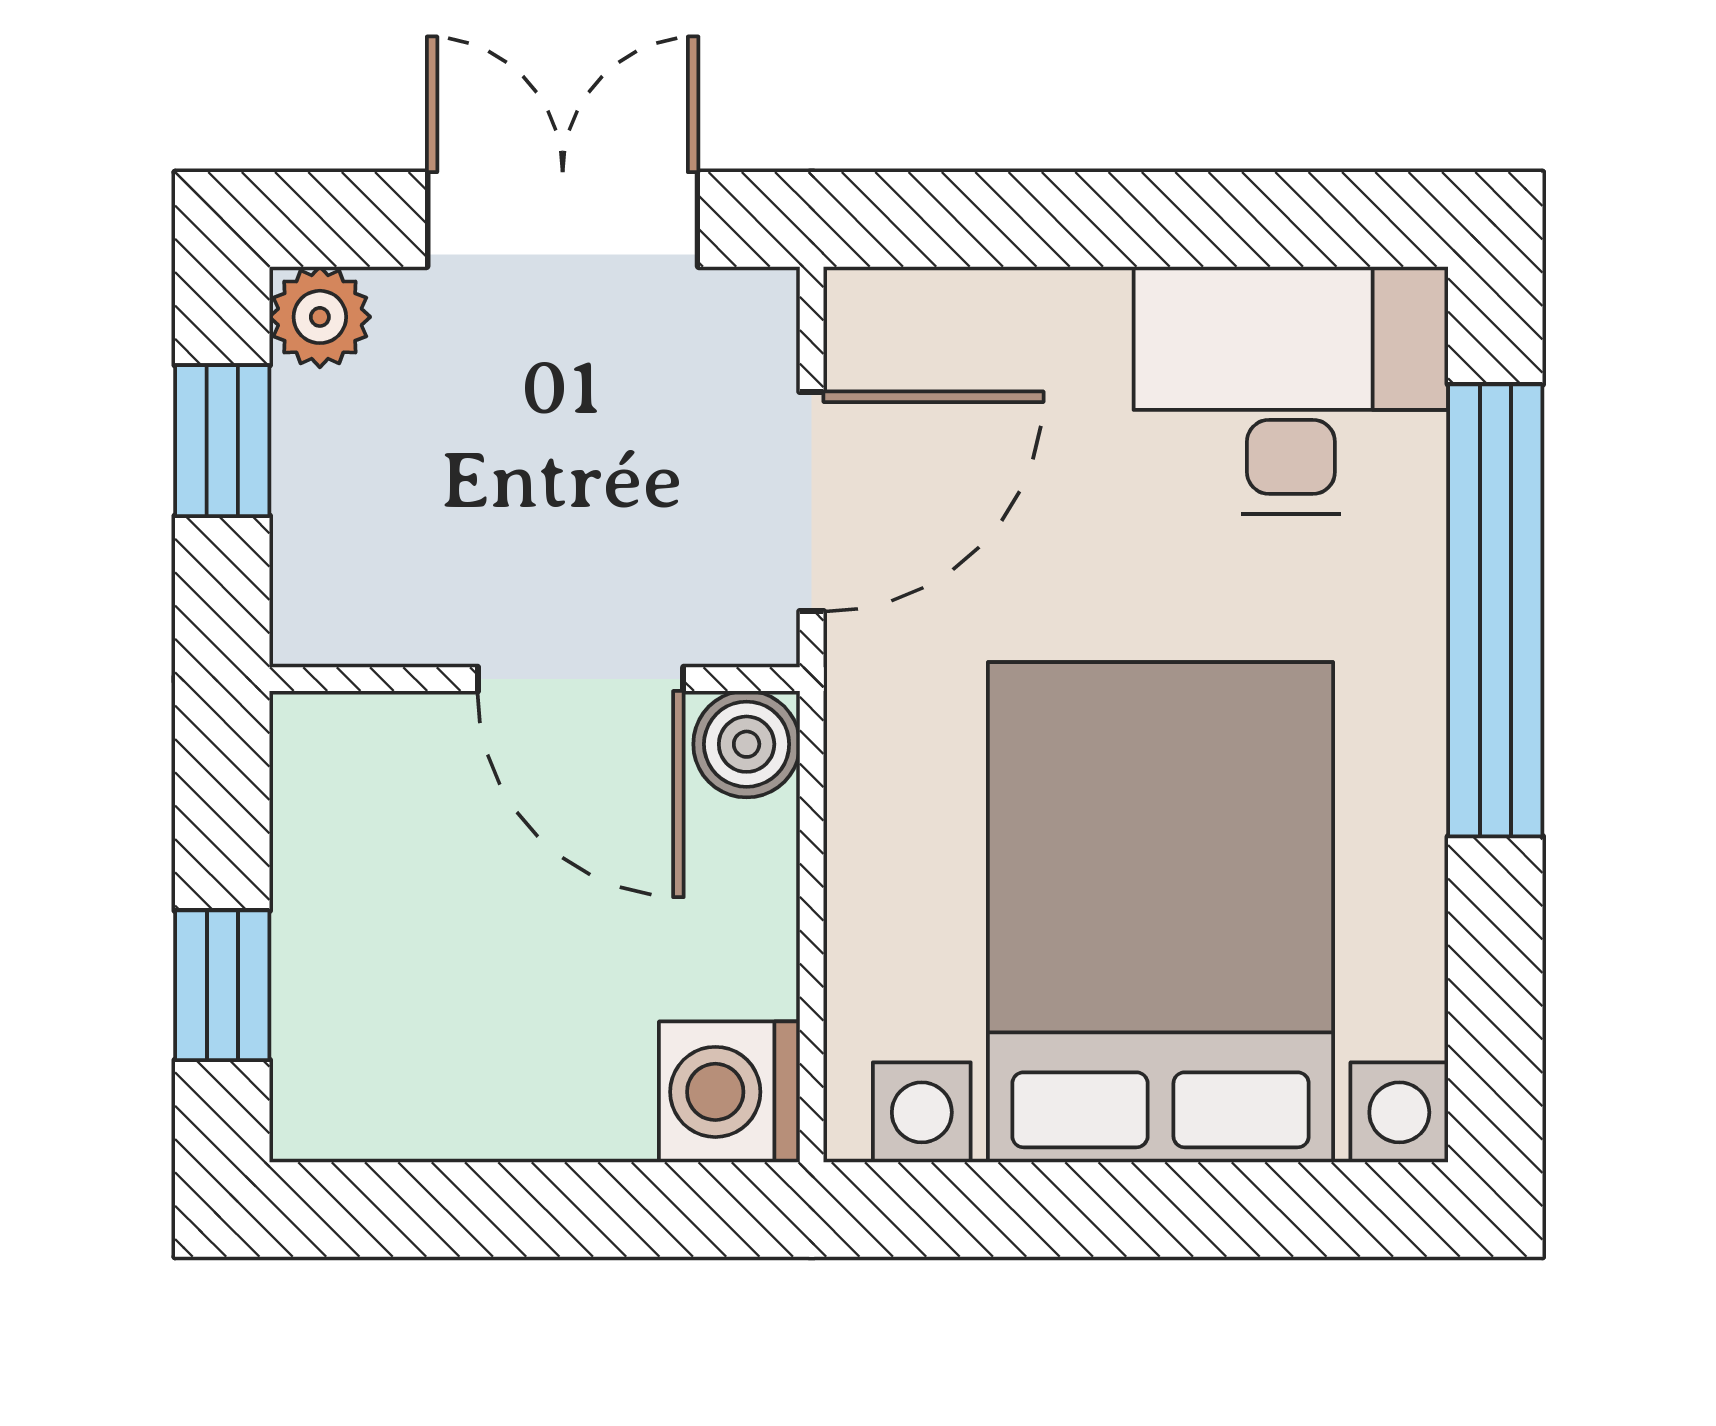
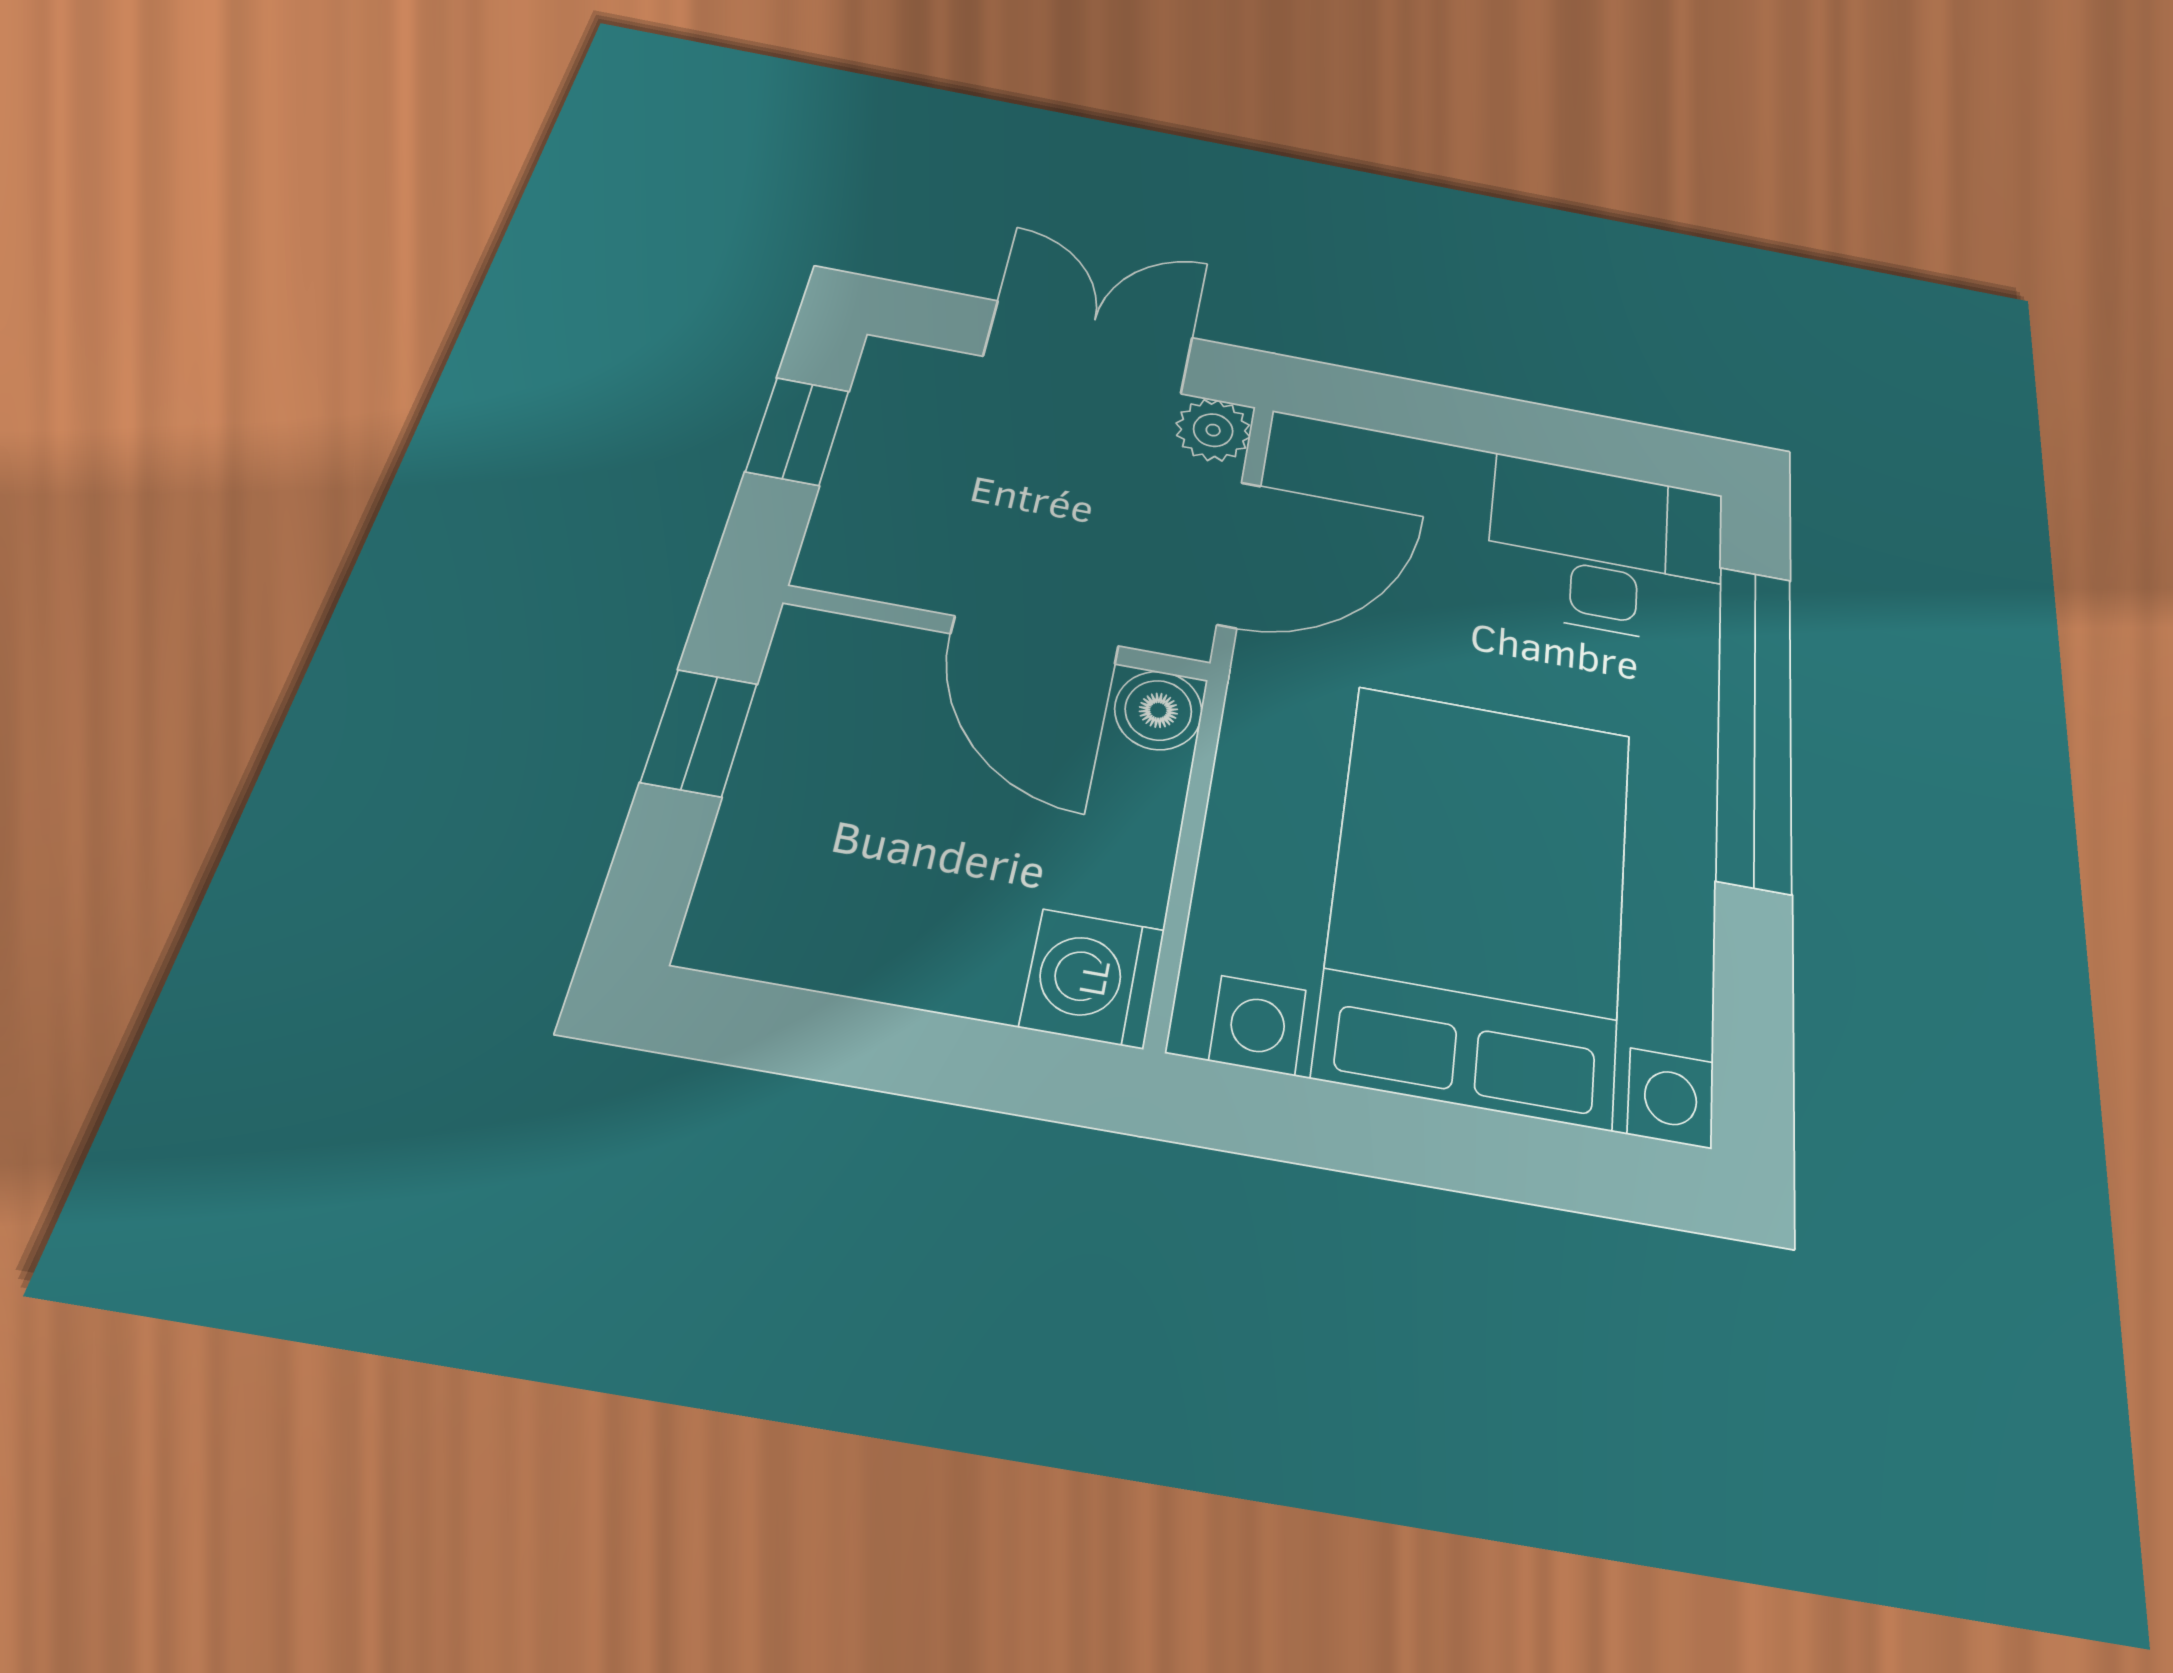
plant: (320, 317) -> (1213, 430), moved
window: (222, 985) -> (699, 733), moved

